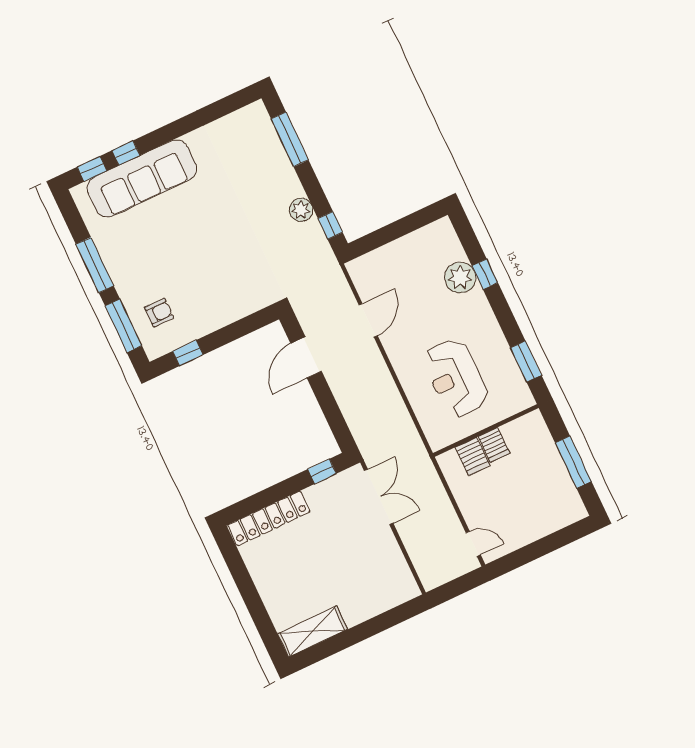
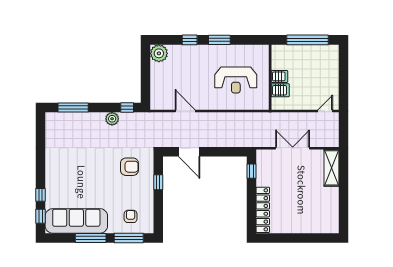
sofa: (142, 179) -> (76, 221), moved, turned -90
armchair: (238, 274) -> (129, 167), added
plant: (460, 278) -> (159, 53), moved
window: (188, 353) -> (158, 182), moved
window: (526, 362) -> (219, 40), moved
window: (573, 462) -> (307, 40), width x1.46
double door: (379, 497) -> (293, 148), moved
shelving: (312, 632) -> (331, 168), moved

